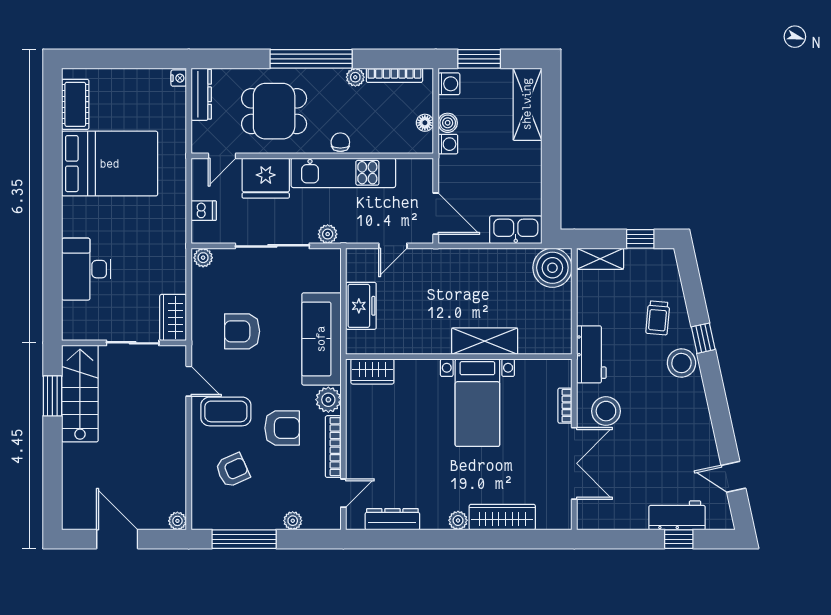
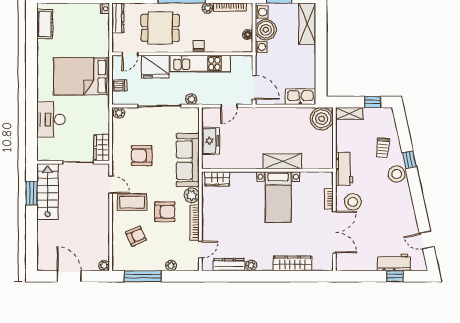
boiler: (448, 123) -> (266, 30), width x1.86, depth x1.86
bed: (110, 164) -> (81, 76), moved, turned 180
plant: (458, 520) -> (251, 265), moved

